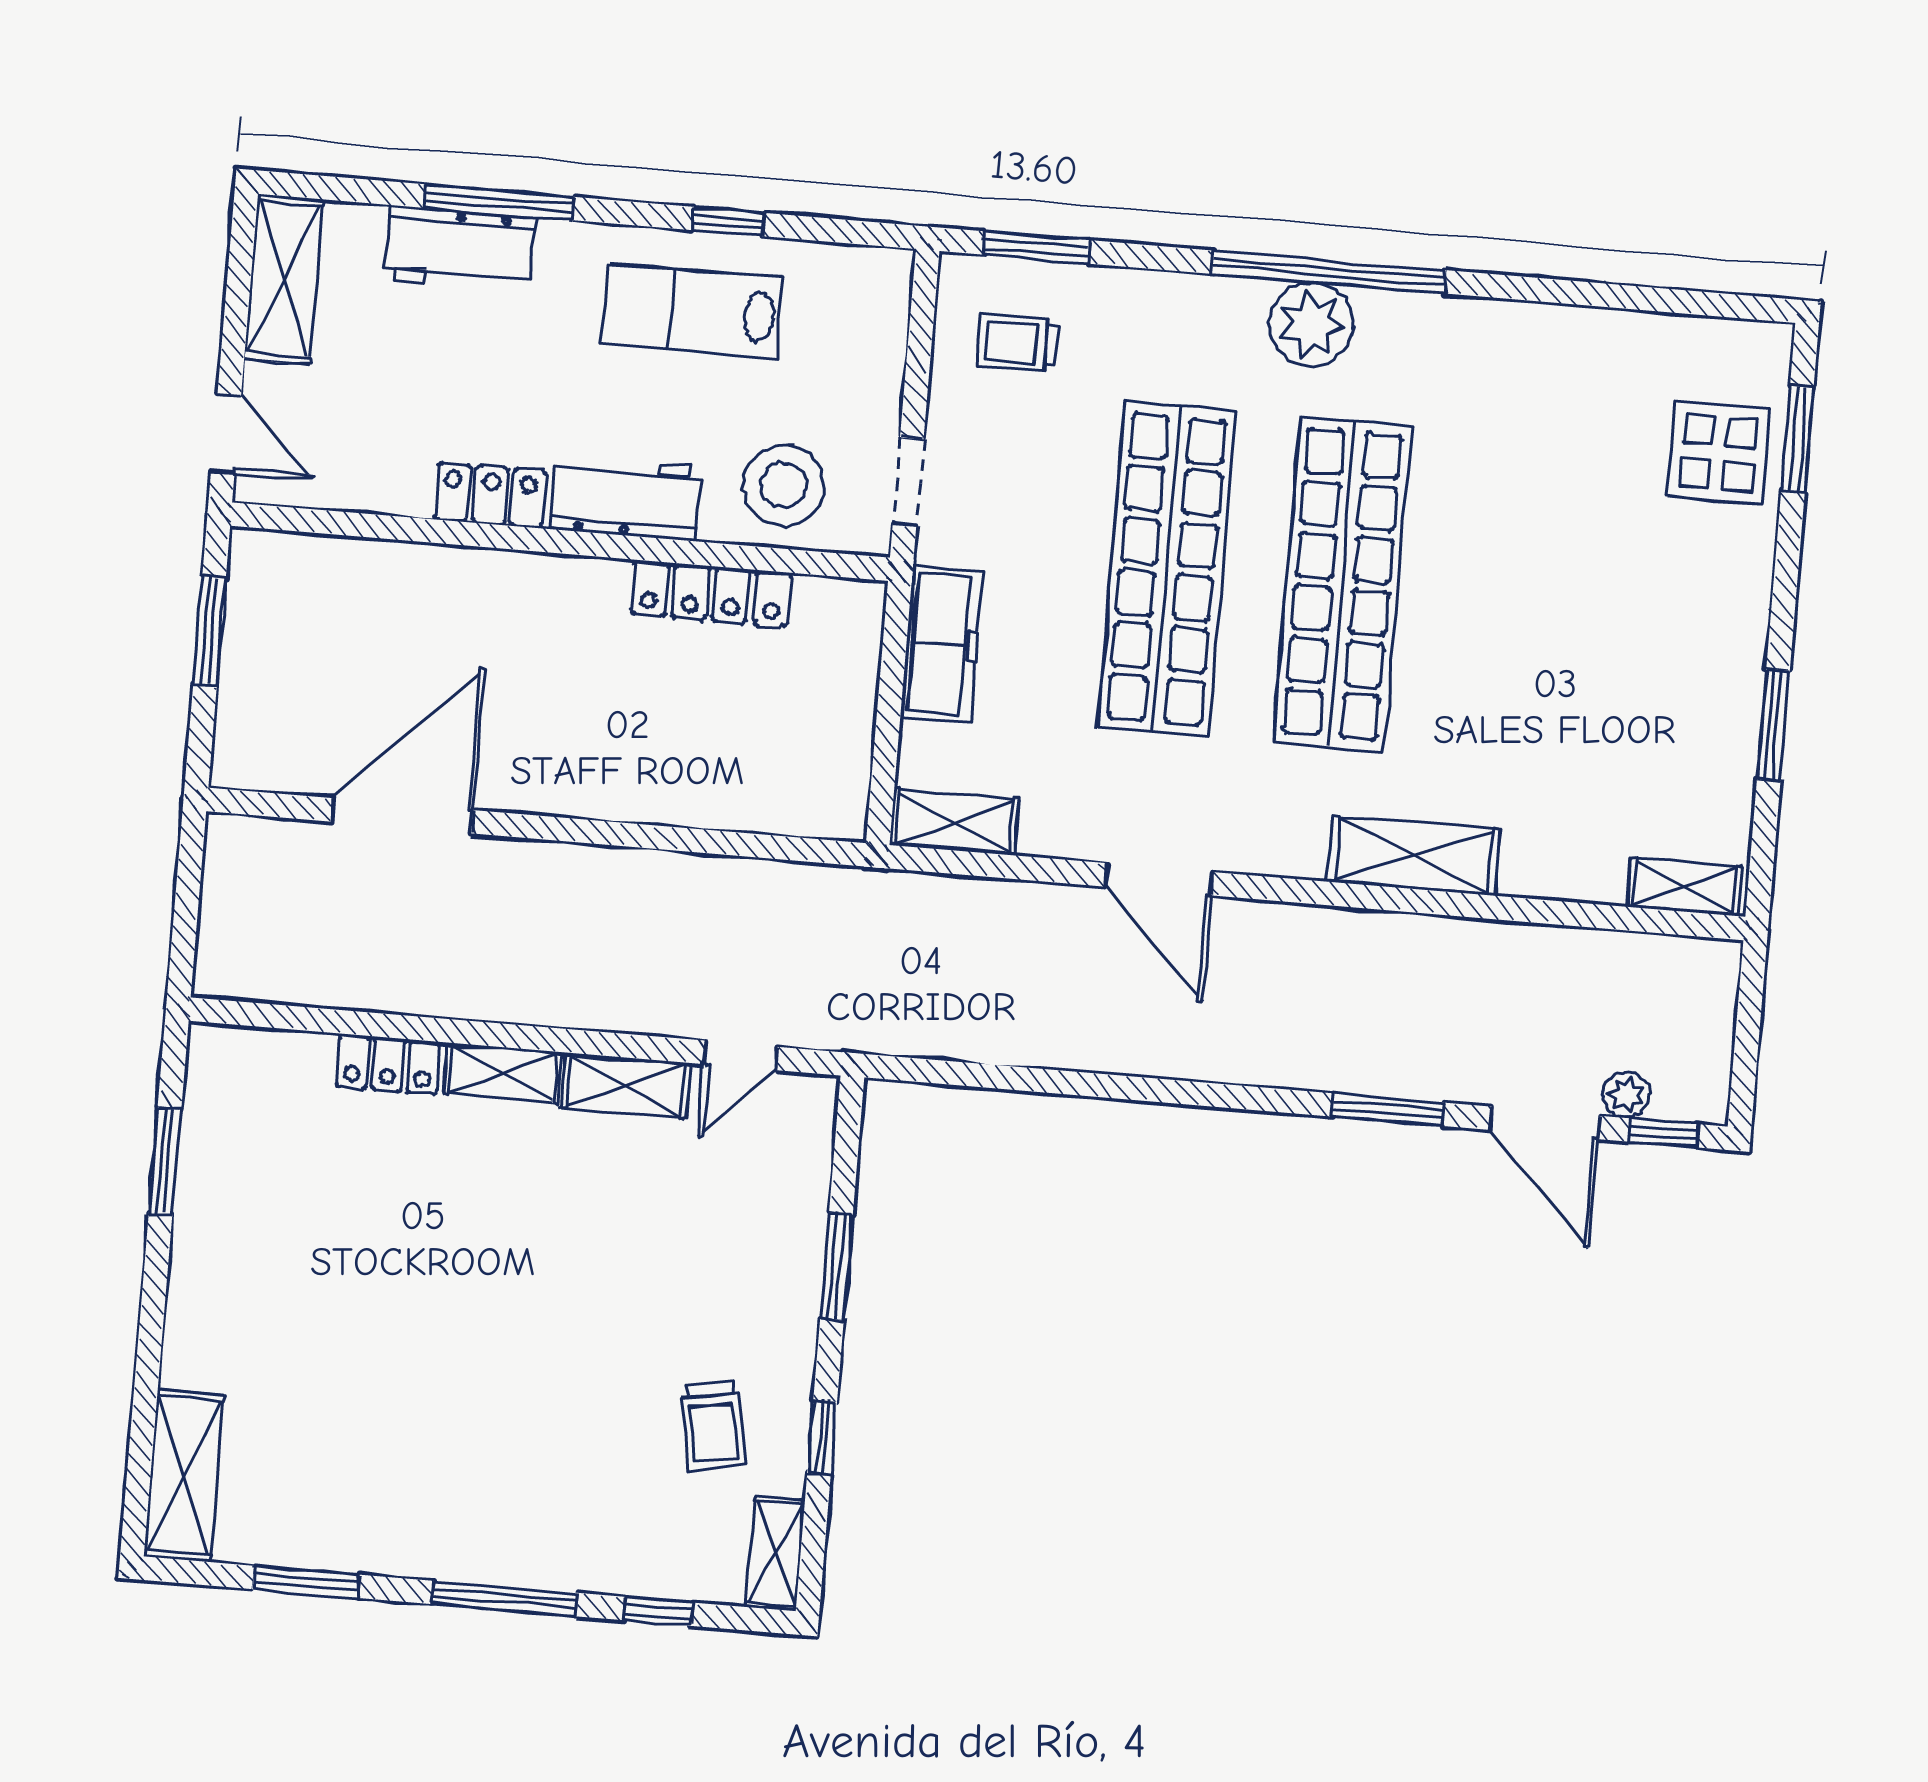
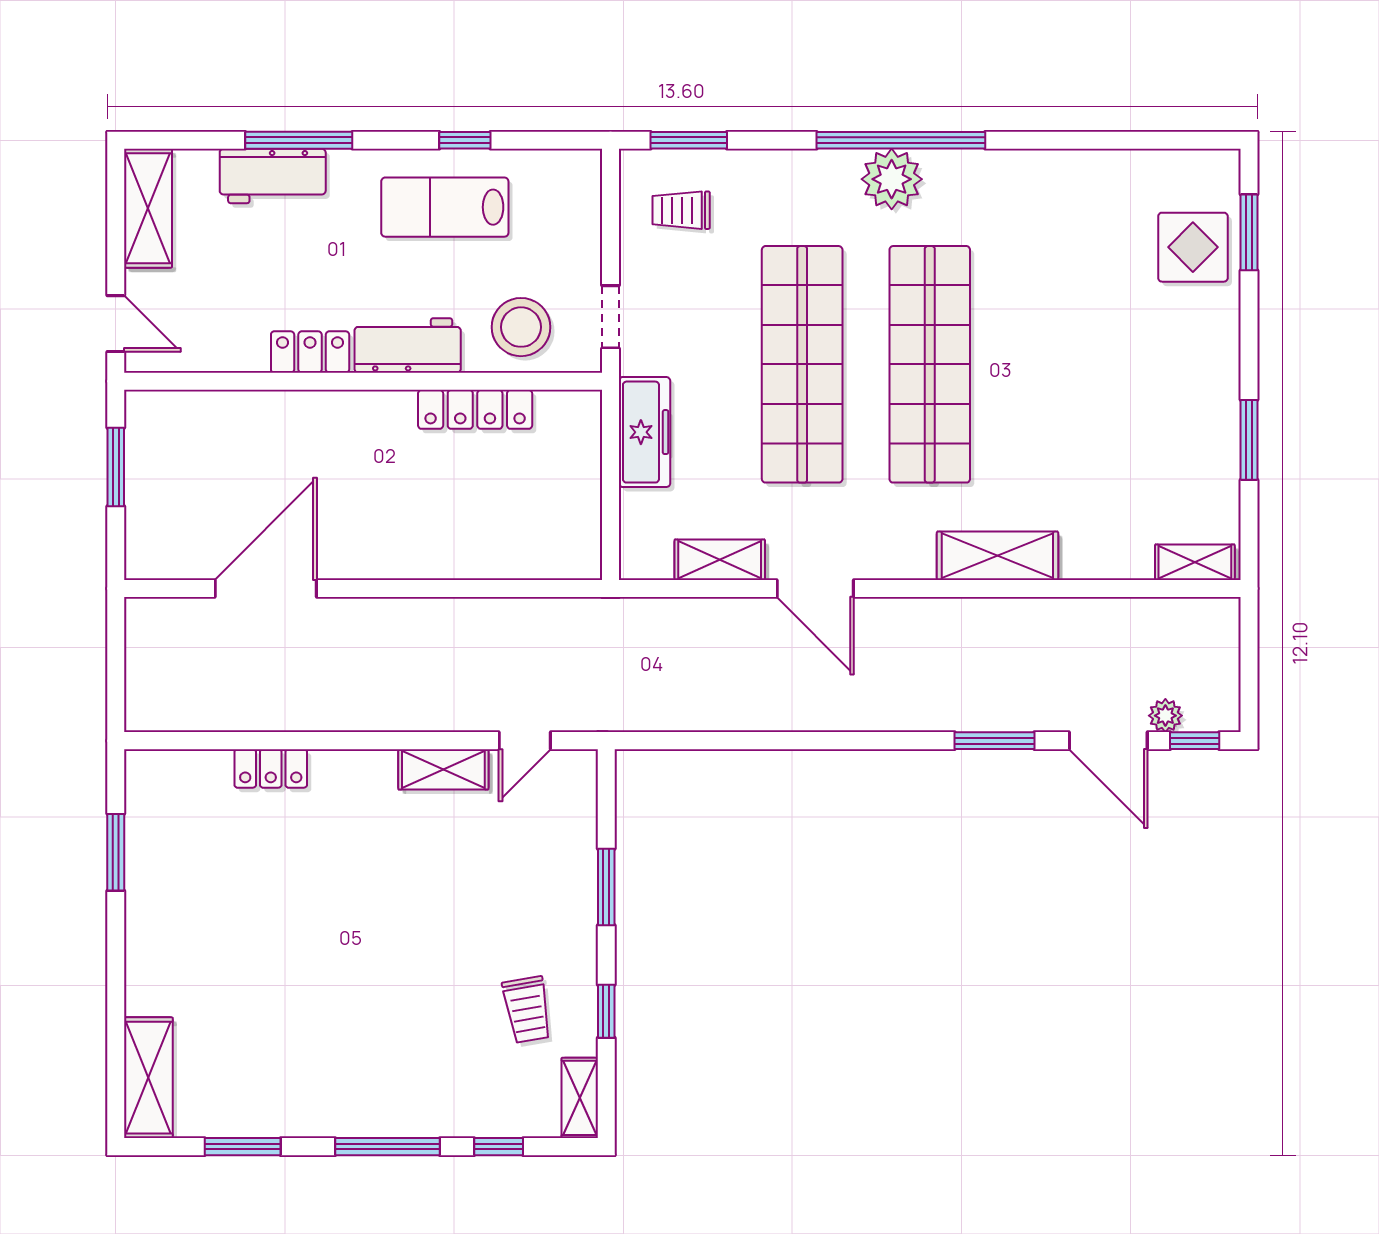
shelving: (954, 822) -> (720, 560), moved
shelving: (502, 1073) -> (354, 768), removed

